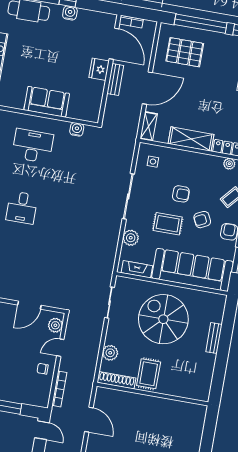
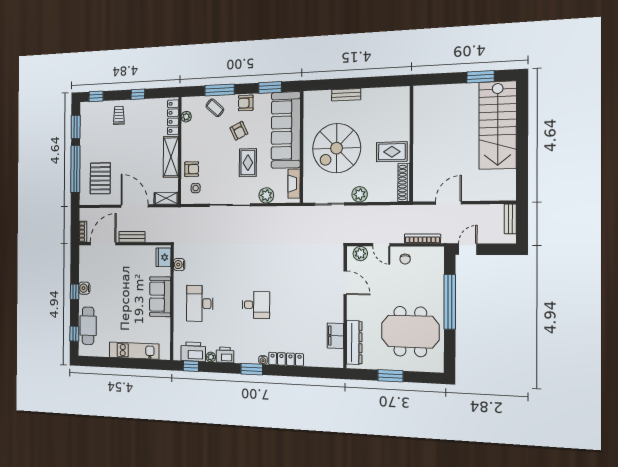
fridge: (99, 69) -> (163, 257), moved, turned 90
armchair: (181, 194) -> (192, 169), moved, turned 90
plant: (110, 353) -> (360, 194), moved

